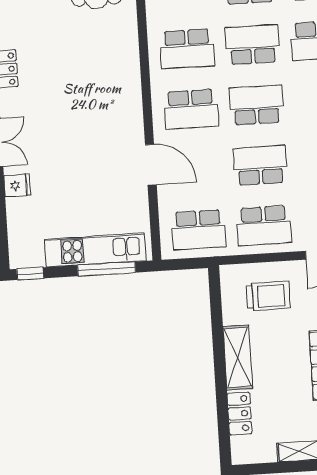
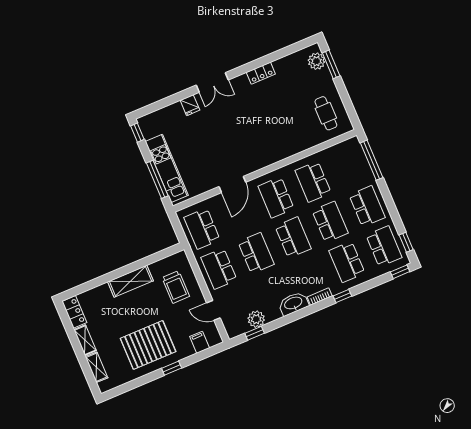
locker: (239, 413) -> (74, 312), moved, turned -90

